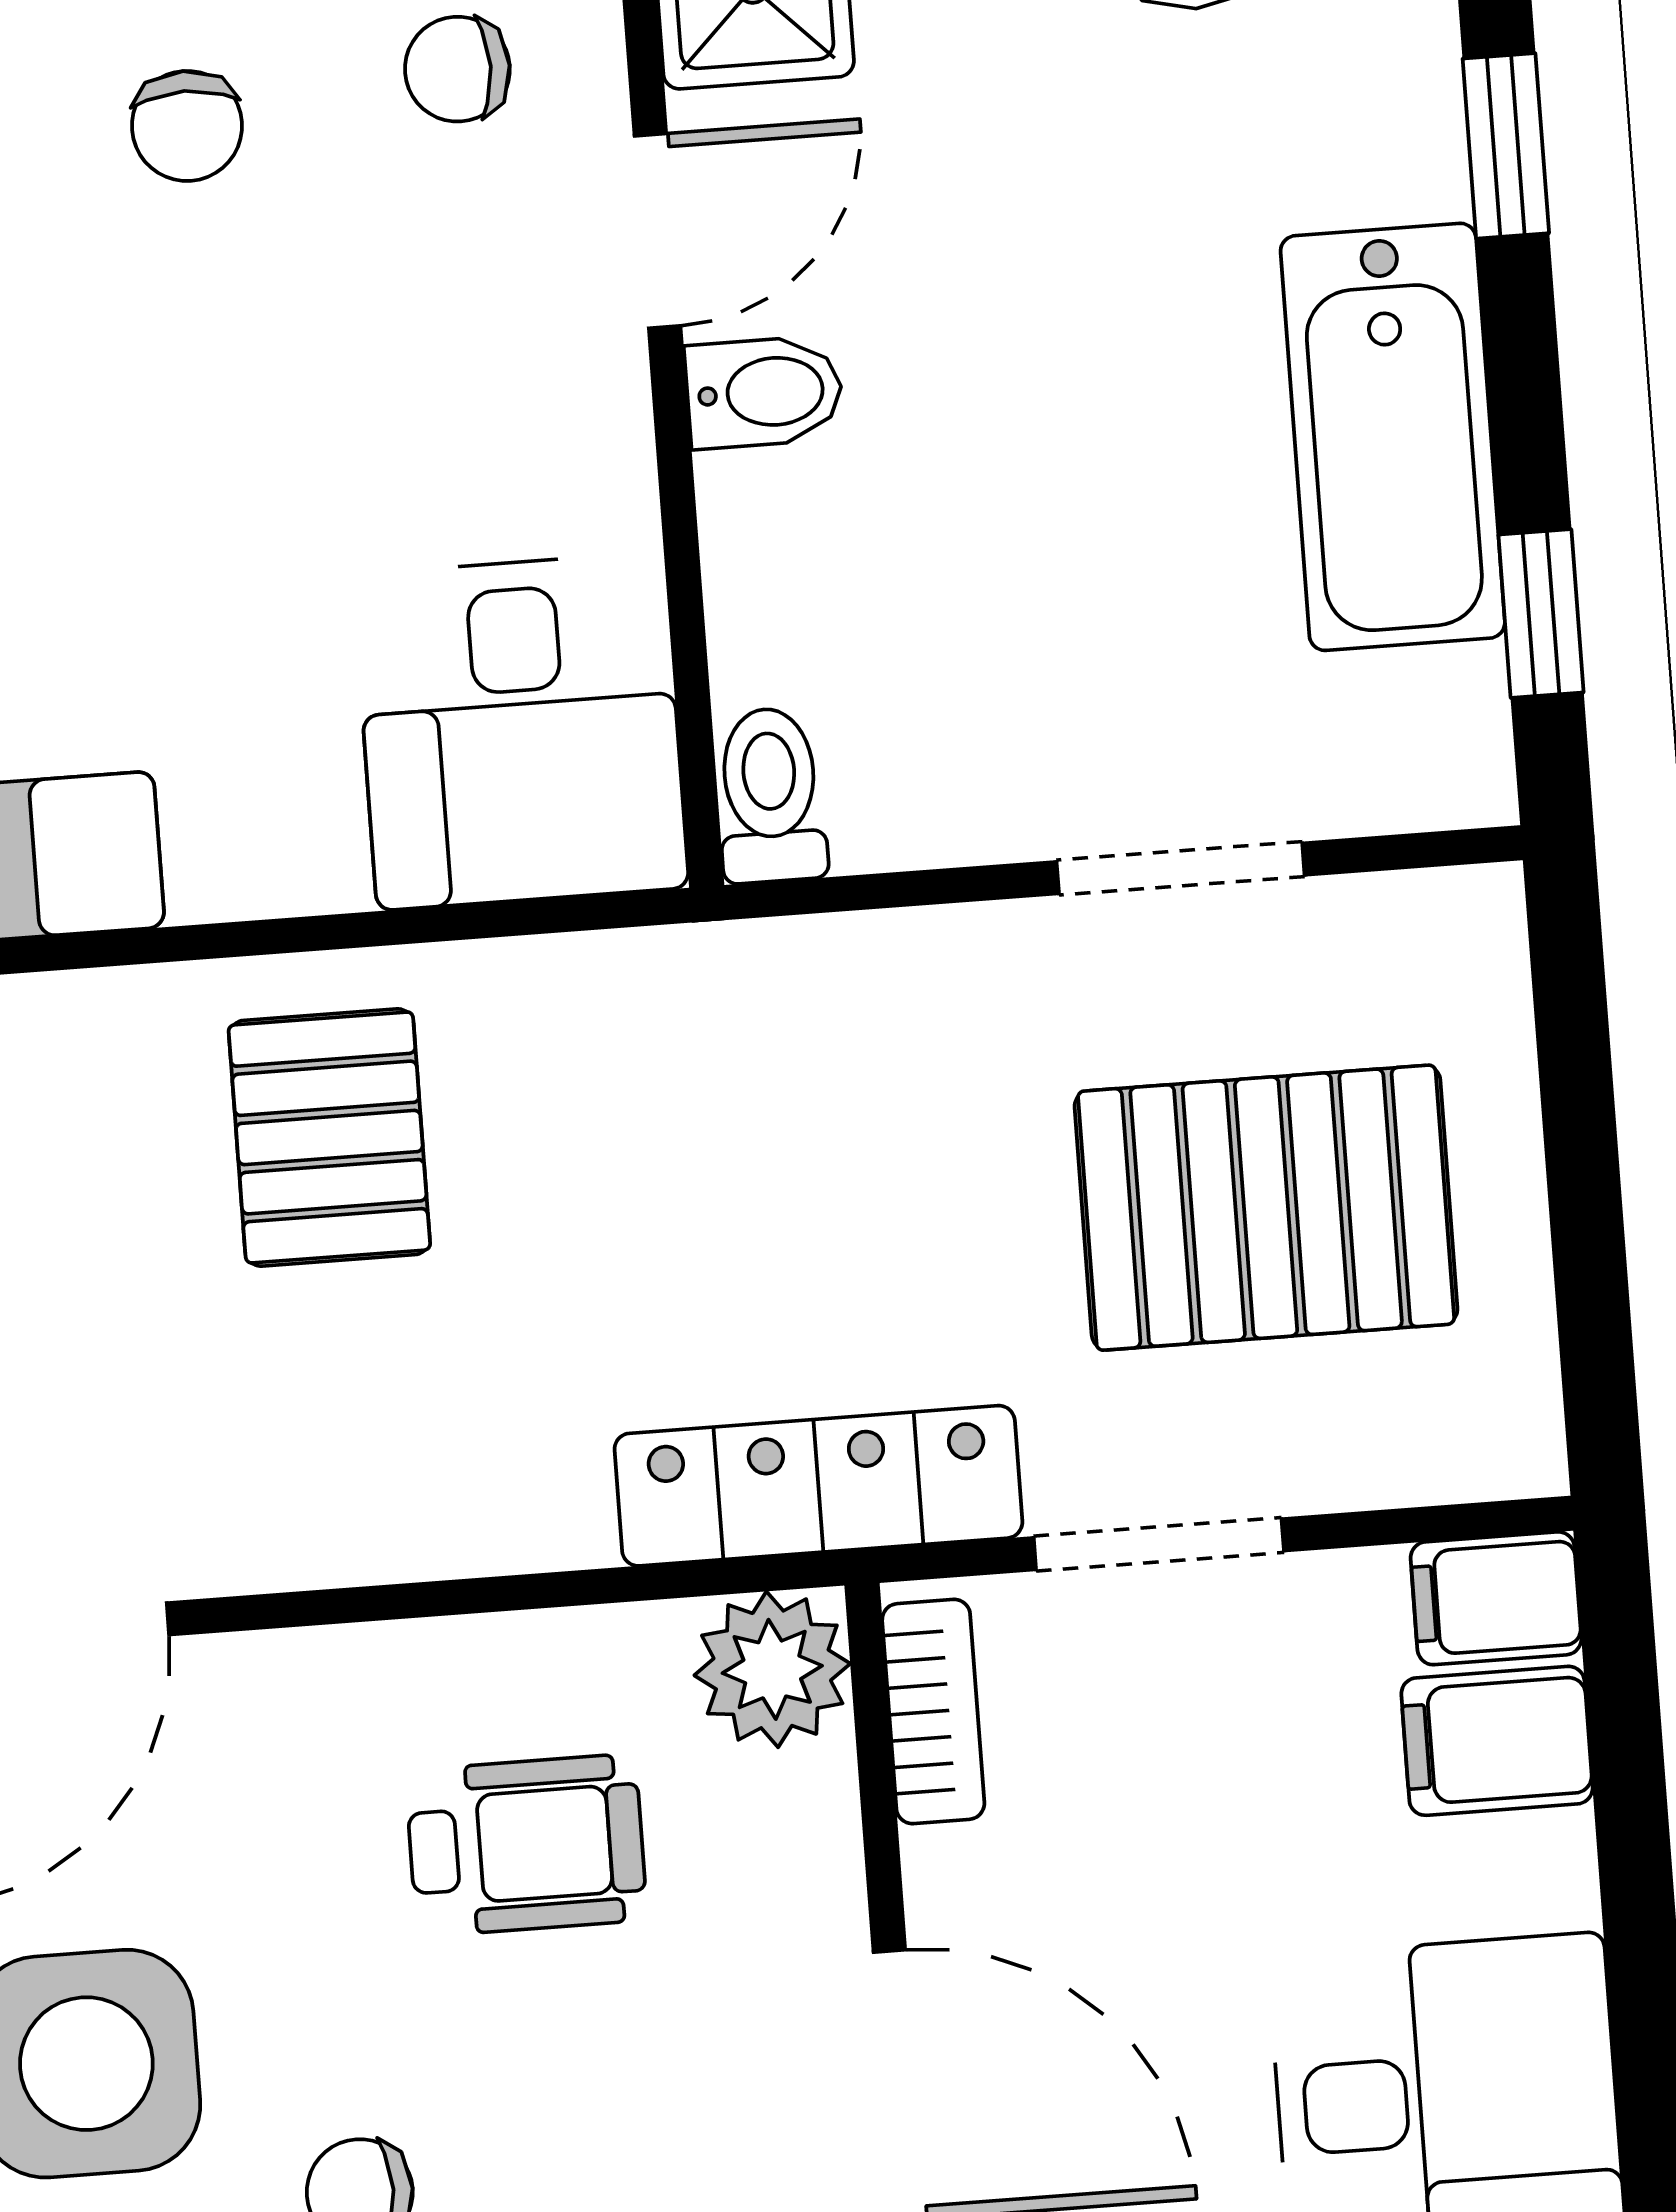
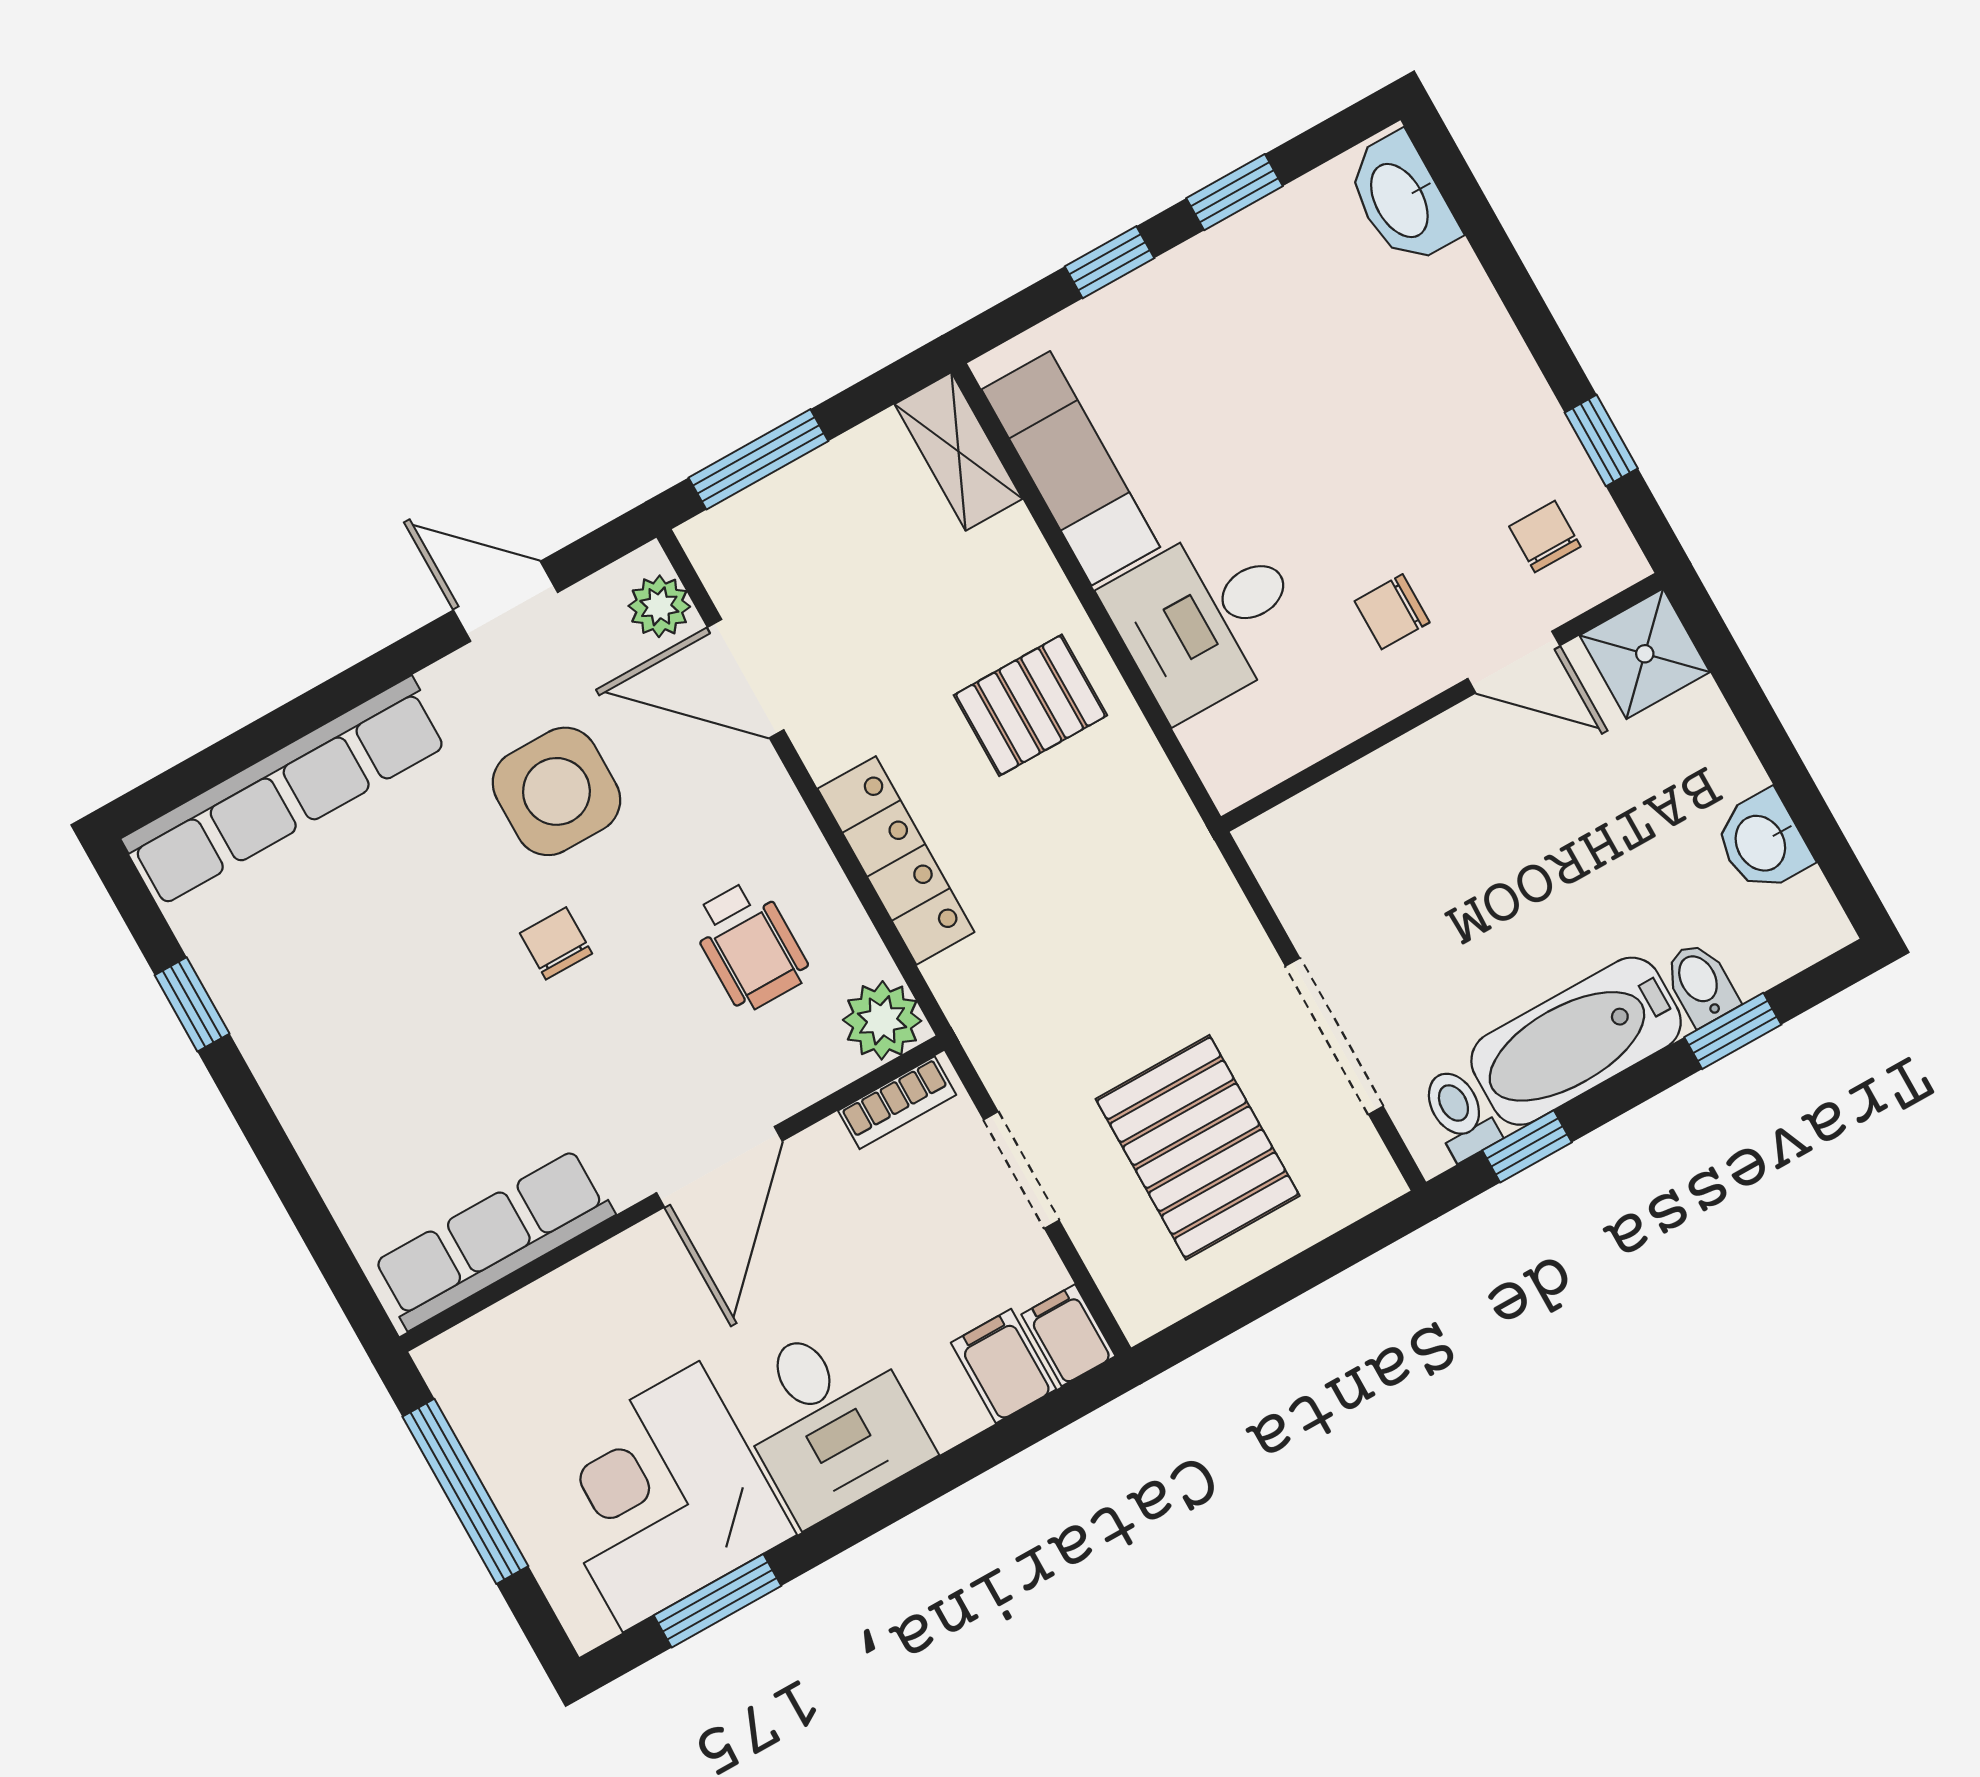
chair: (187, 126) -> (1392, 612), moved
bidet: (764, 392) -> (1701, 984), moved, turned 180
desk: (521, 731) -> (1207, 618), moved
toilet: (771, 795) -> (1459, 1114), moved, turned -90
doorway: (1181, 868) -> (1334, 1036), width x1.38
locker: (818, 1486) -> (896, 860), moved

